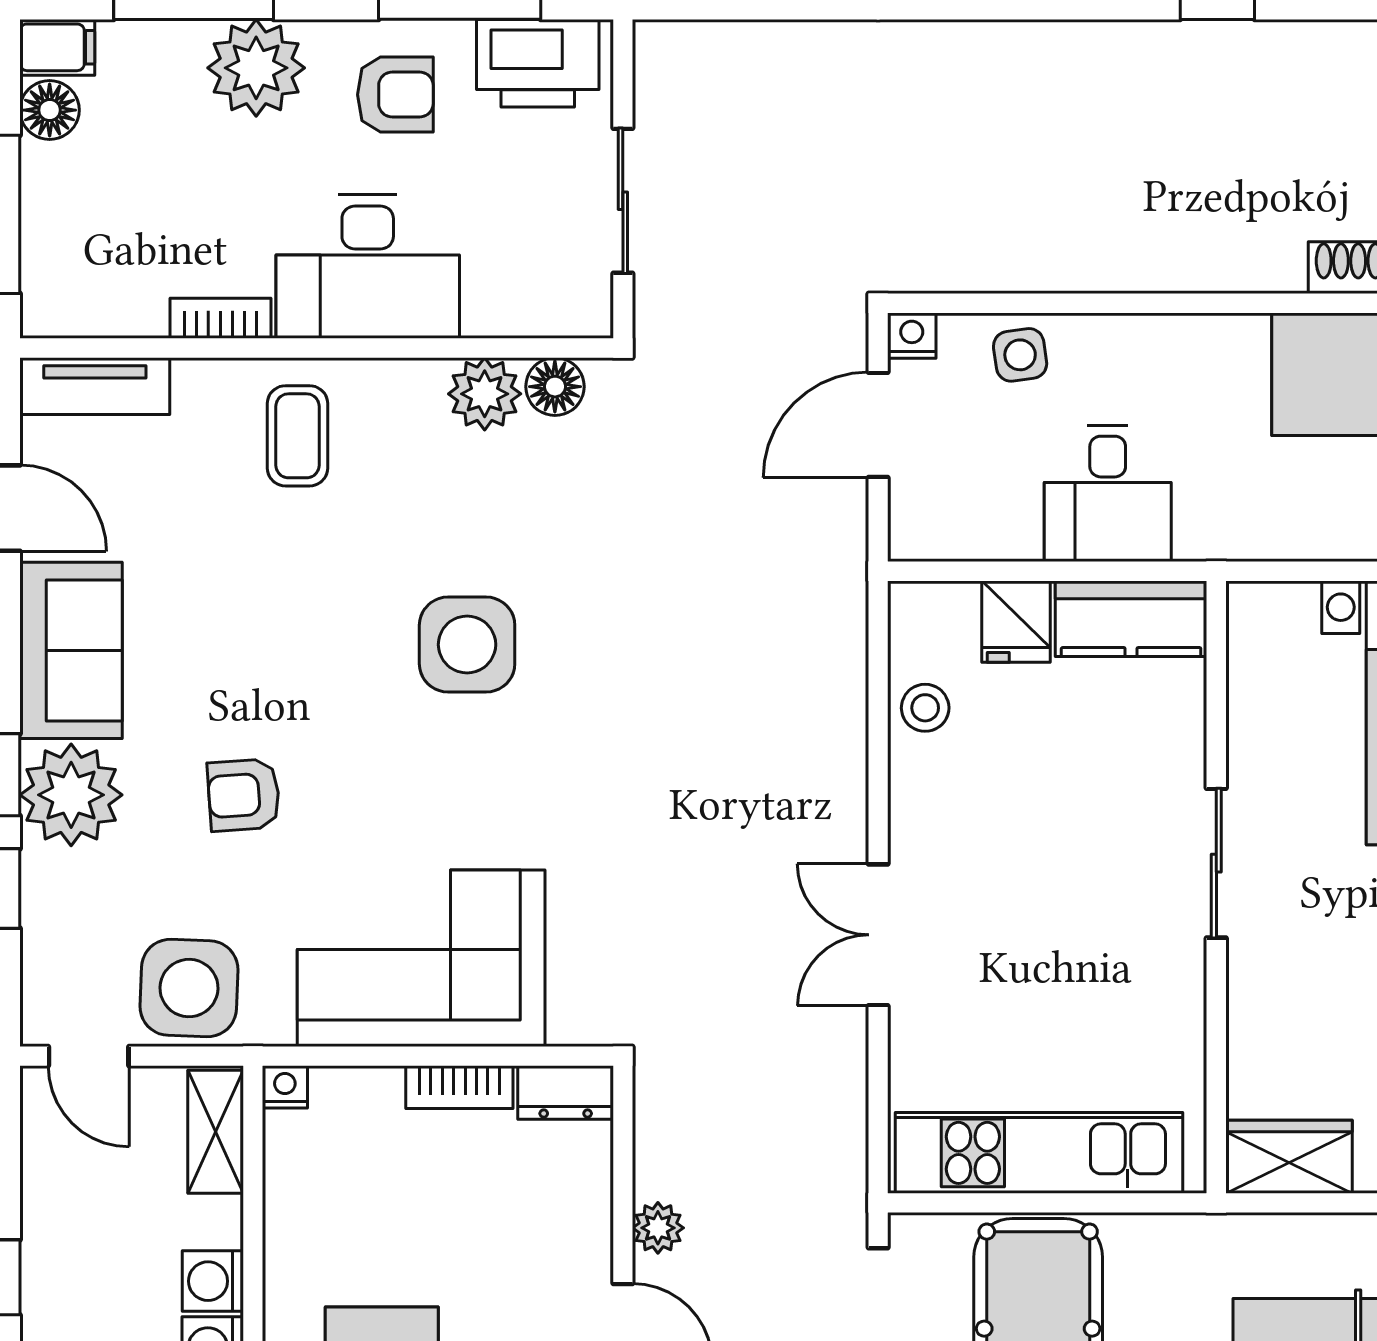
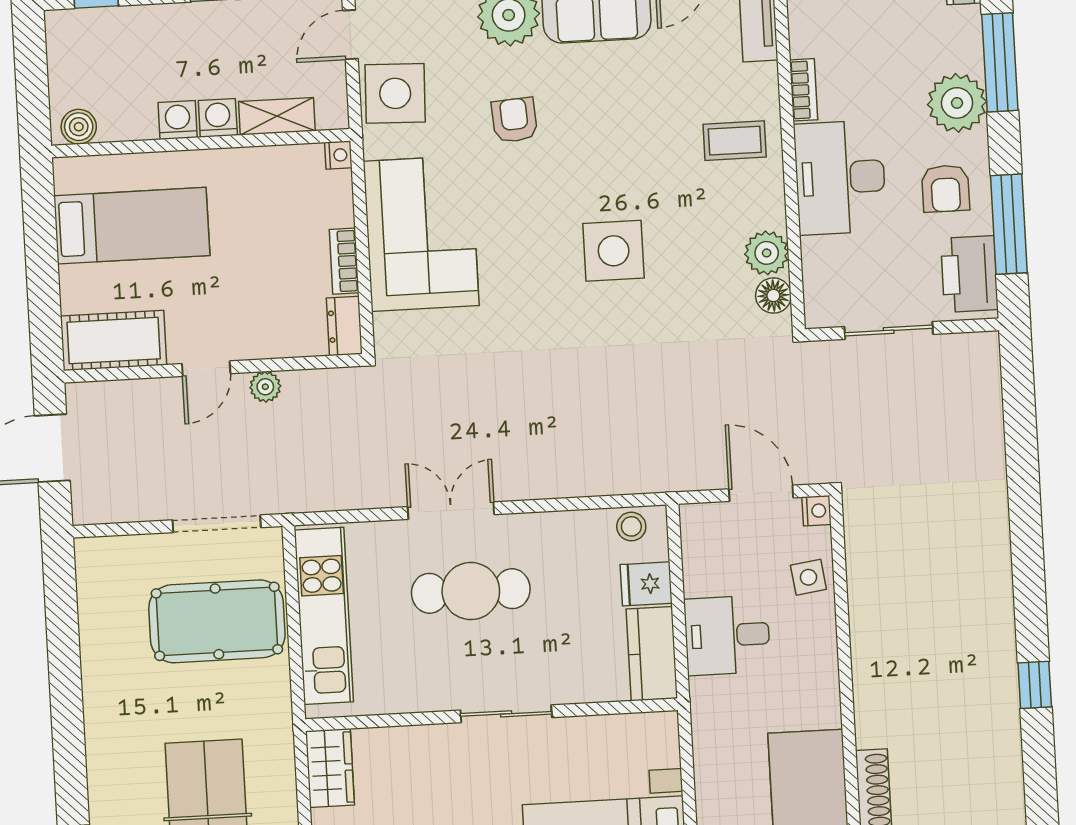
stool: (925, 708) -> (631, 526), moved
cafe table: (1012, 910) -> (471, 591), added
shelving: (216, 1132) -> (277, 116), moved

